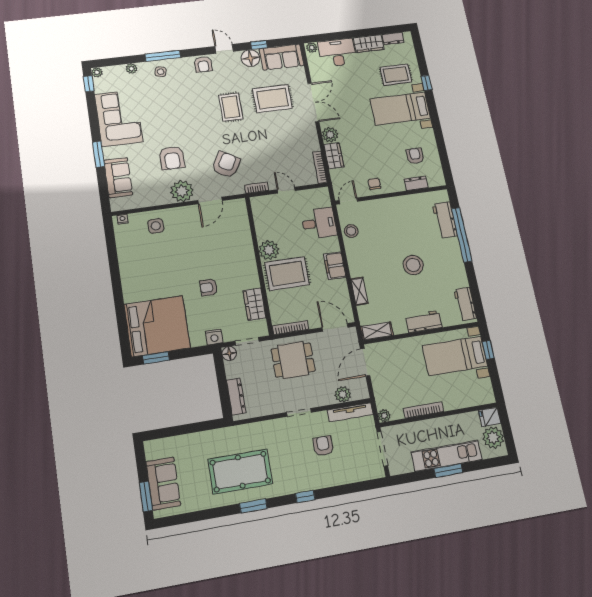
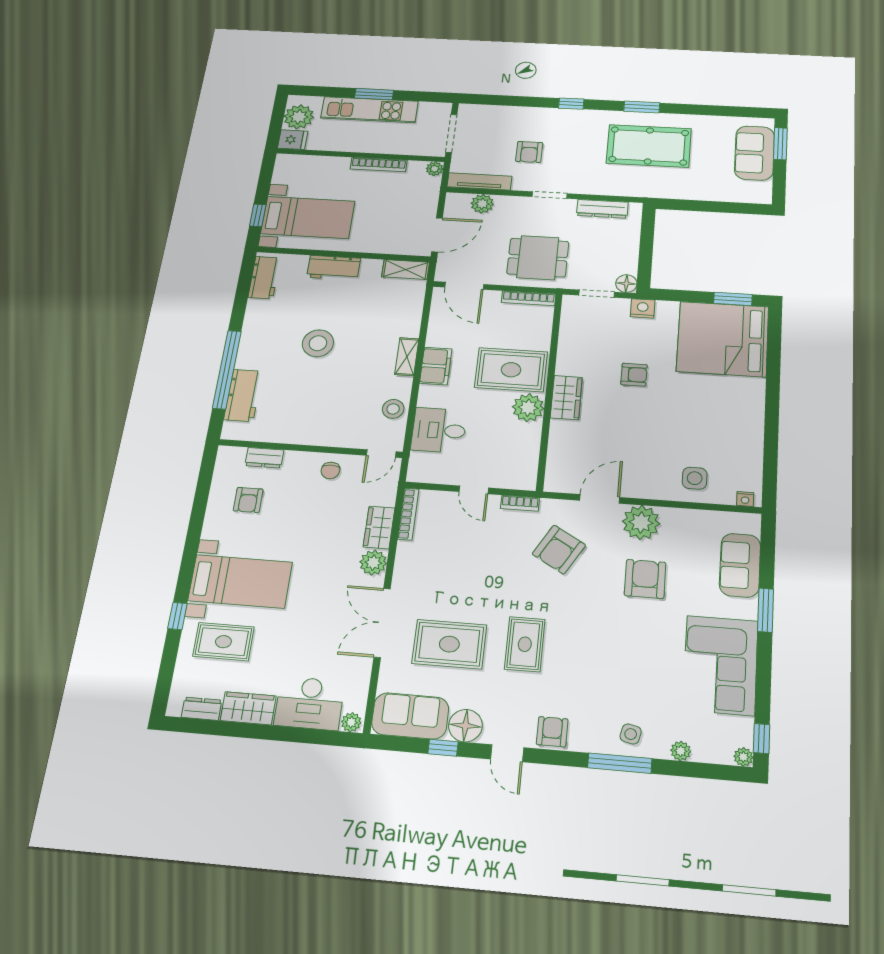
shelving: (359, 291) -> (407, 357), moved
wardrobe: (255, 304) -> (566, 398), moved
dresser: (236, 396) -> (602, 209), moved, turned -90

